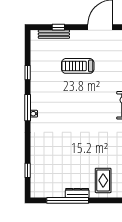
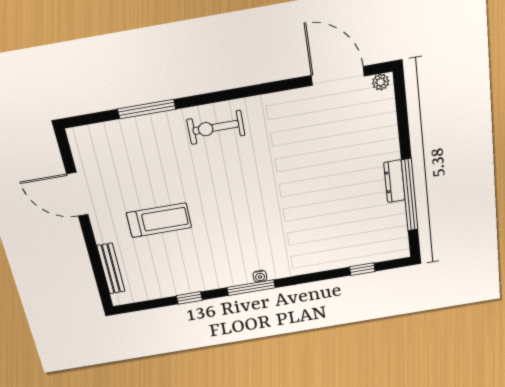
window: (58, 27) -> (96, 263), removed
treadmill: (78, 66) -> (159, 220), turned -90
rug: (103, 180) -> (366, 140), removed

